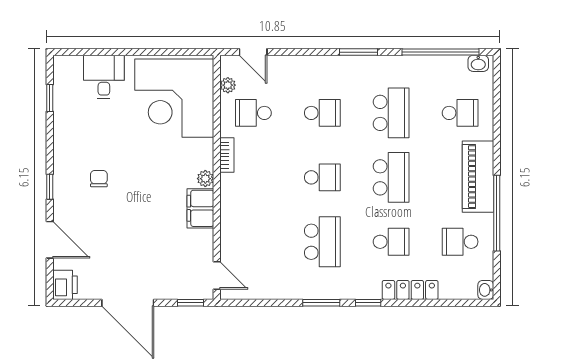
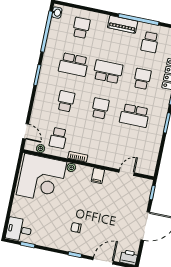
door: (253, 52) -> (26, 131), hinge flipped
desk: (104, 77) -> (19, 230), moved
school desk: (391, 113) -> (74, 64), turned 180
piano: (478, 177) -> (123, 24), width x0.73, depth x0.75
plant: (205, 179) -> (71, 167), moved
filing cabinet: (200, 208) -> (98, 176), width x0.50
school desk: (322, 242) -> (135, 116), turned 180
door: (217, 275) -> (127, 173), moved

